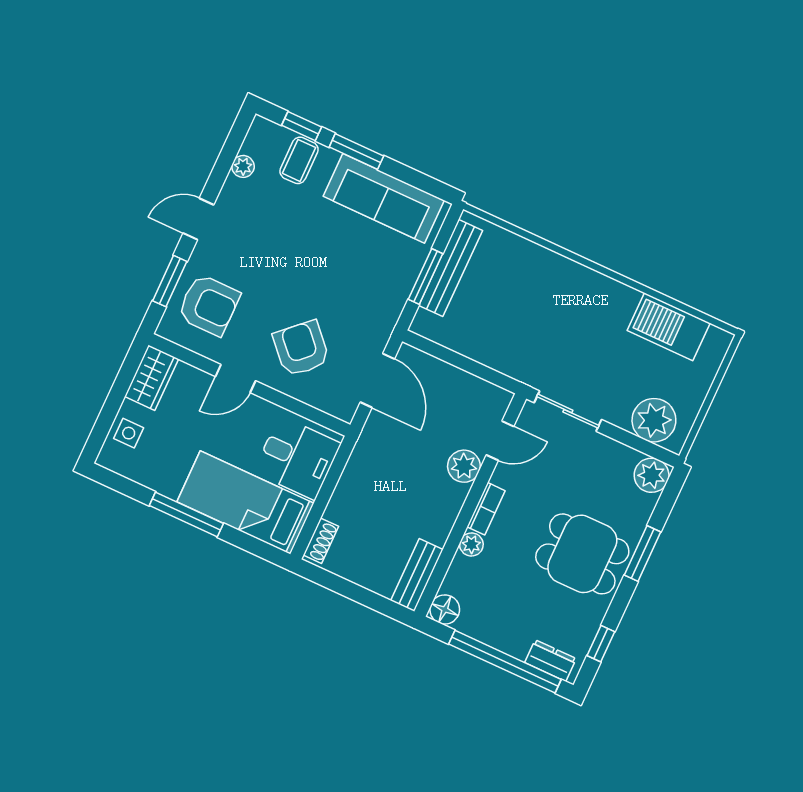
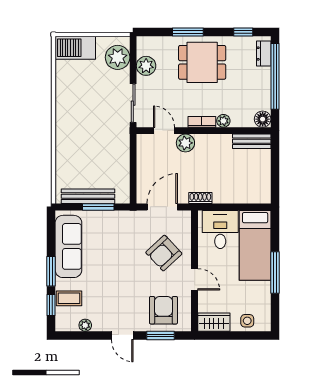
barbecue: (669, 327) -> (75, 48), moved, turned 90
plant: (652, 475) -> (146, 66), moved
shoe rack: (321, 541) -> (200, 198), moved
dining table: (582, 554) -> (202, 62), turned 90

